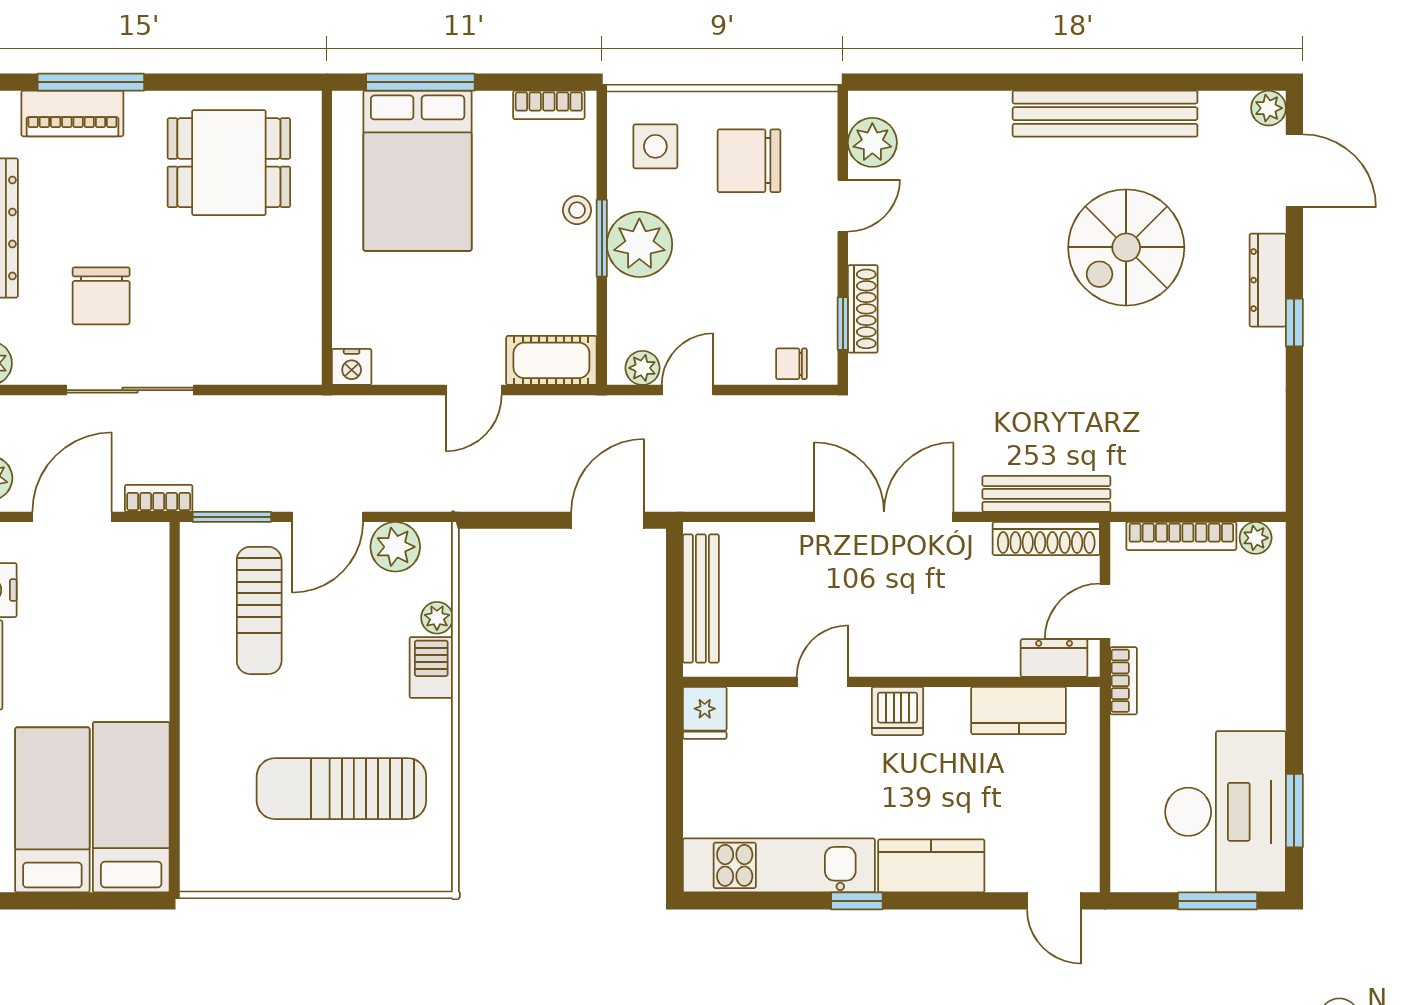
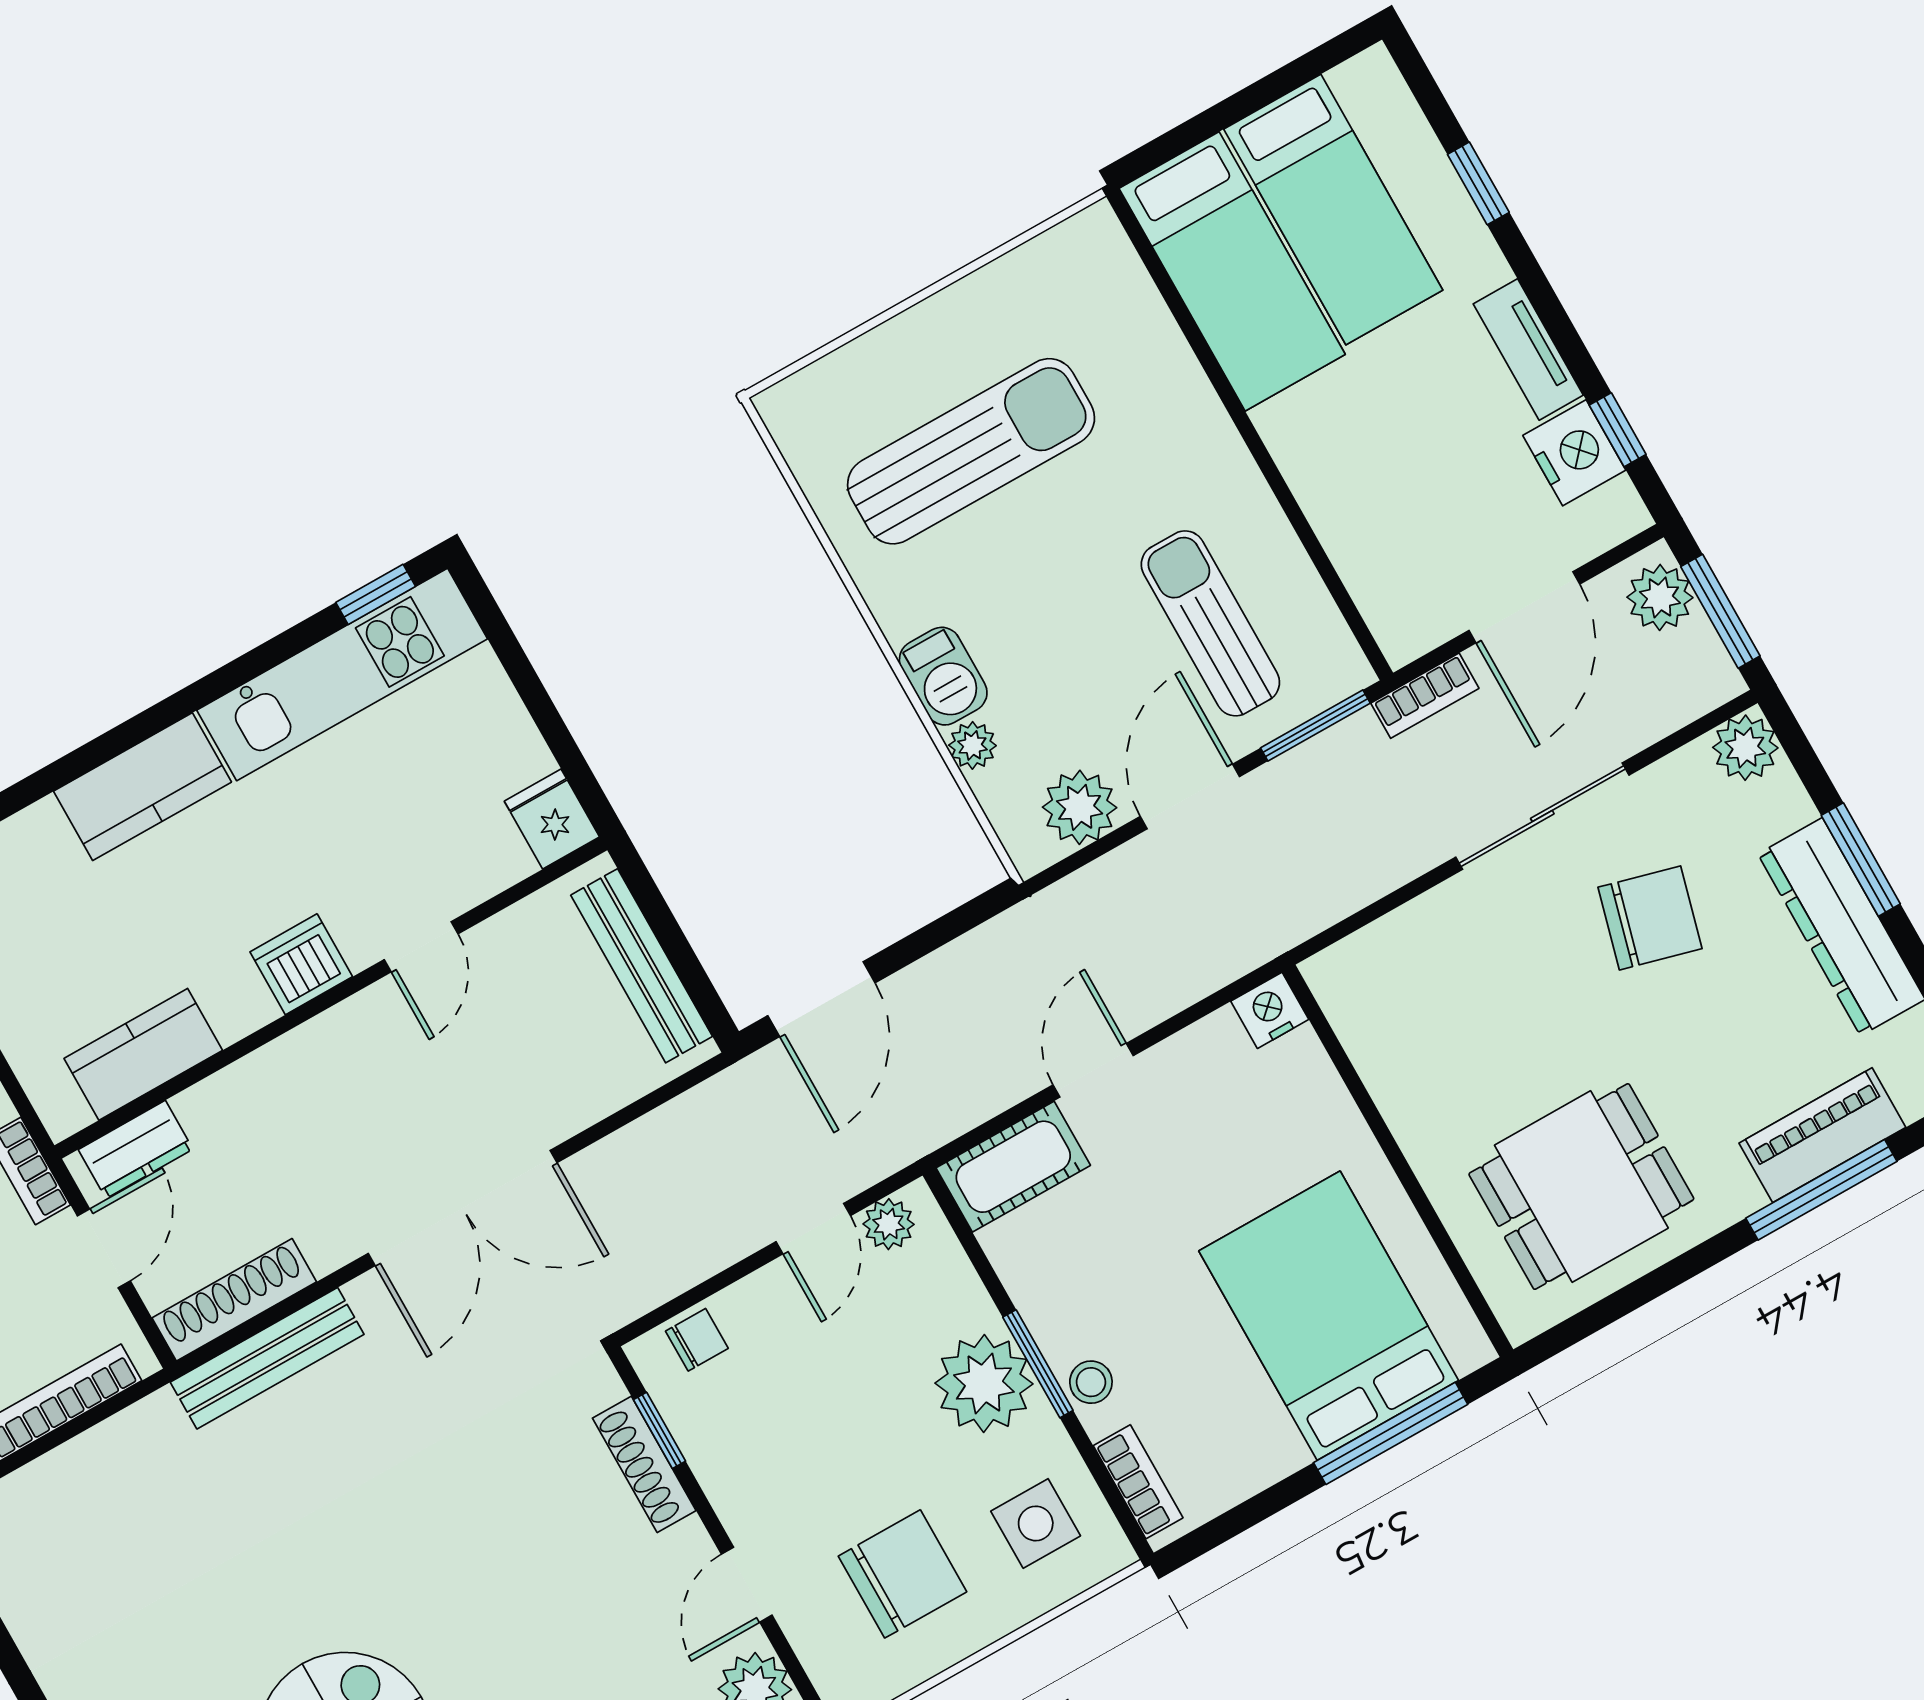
bookcase: (549, 105) -> (1138, 1482), moved, turned 90
chair: (101, 296) -> (1650, 918), turned 105
window: (857, 901) -> (376, 594), moved

